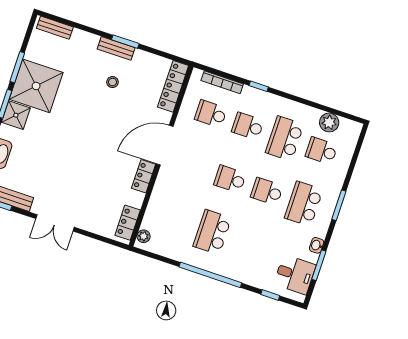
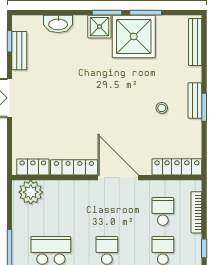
bench: (55, 28) -> (195, 42), width x1.36
locker: (143, 176) -> (74, 167), width x1.53
plant: (144, 236) -> (31, 192), width x1.88, depth x1.88

